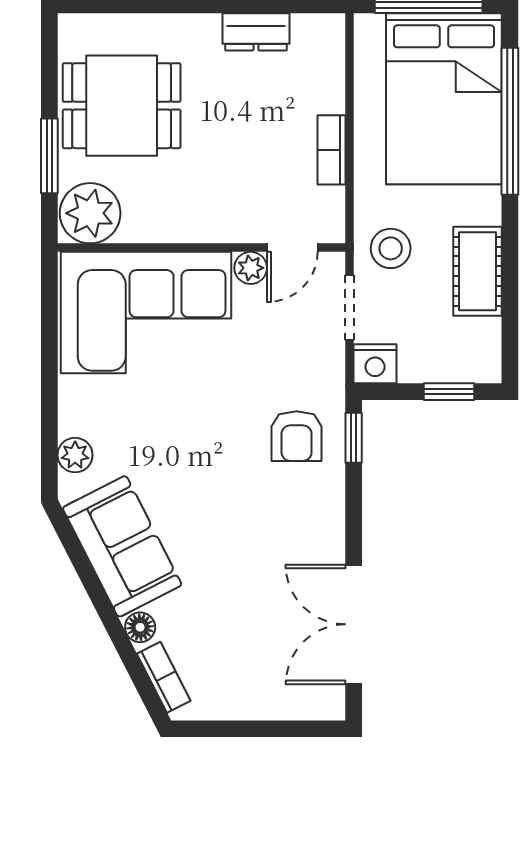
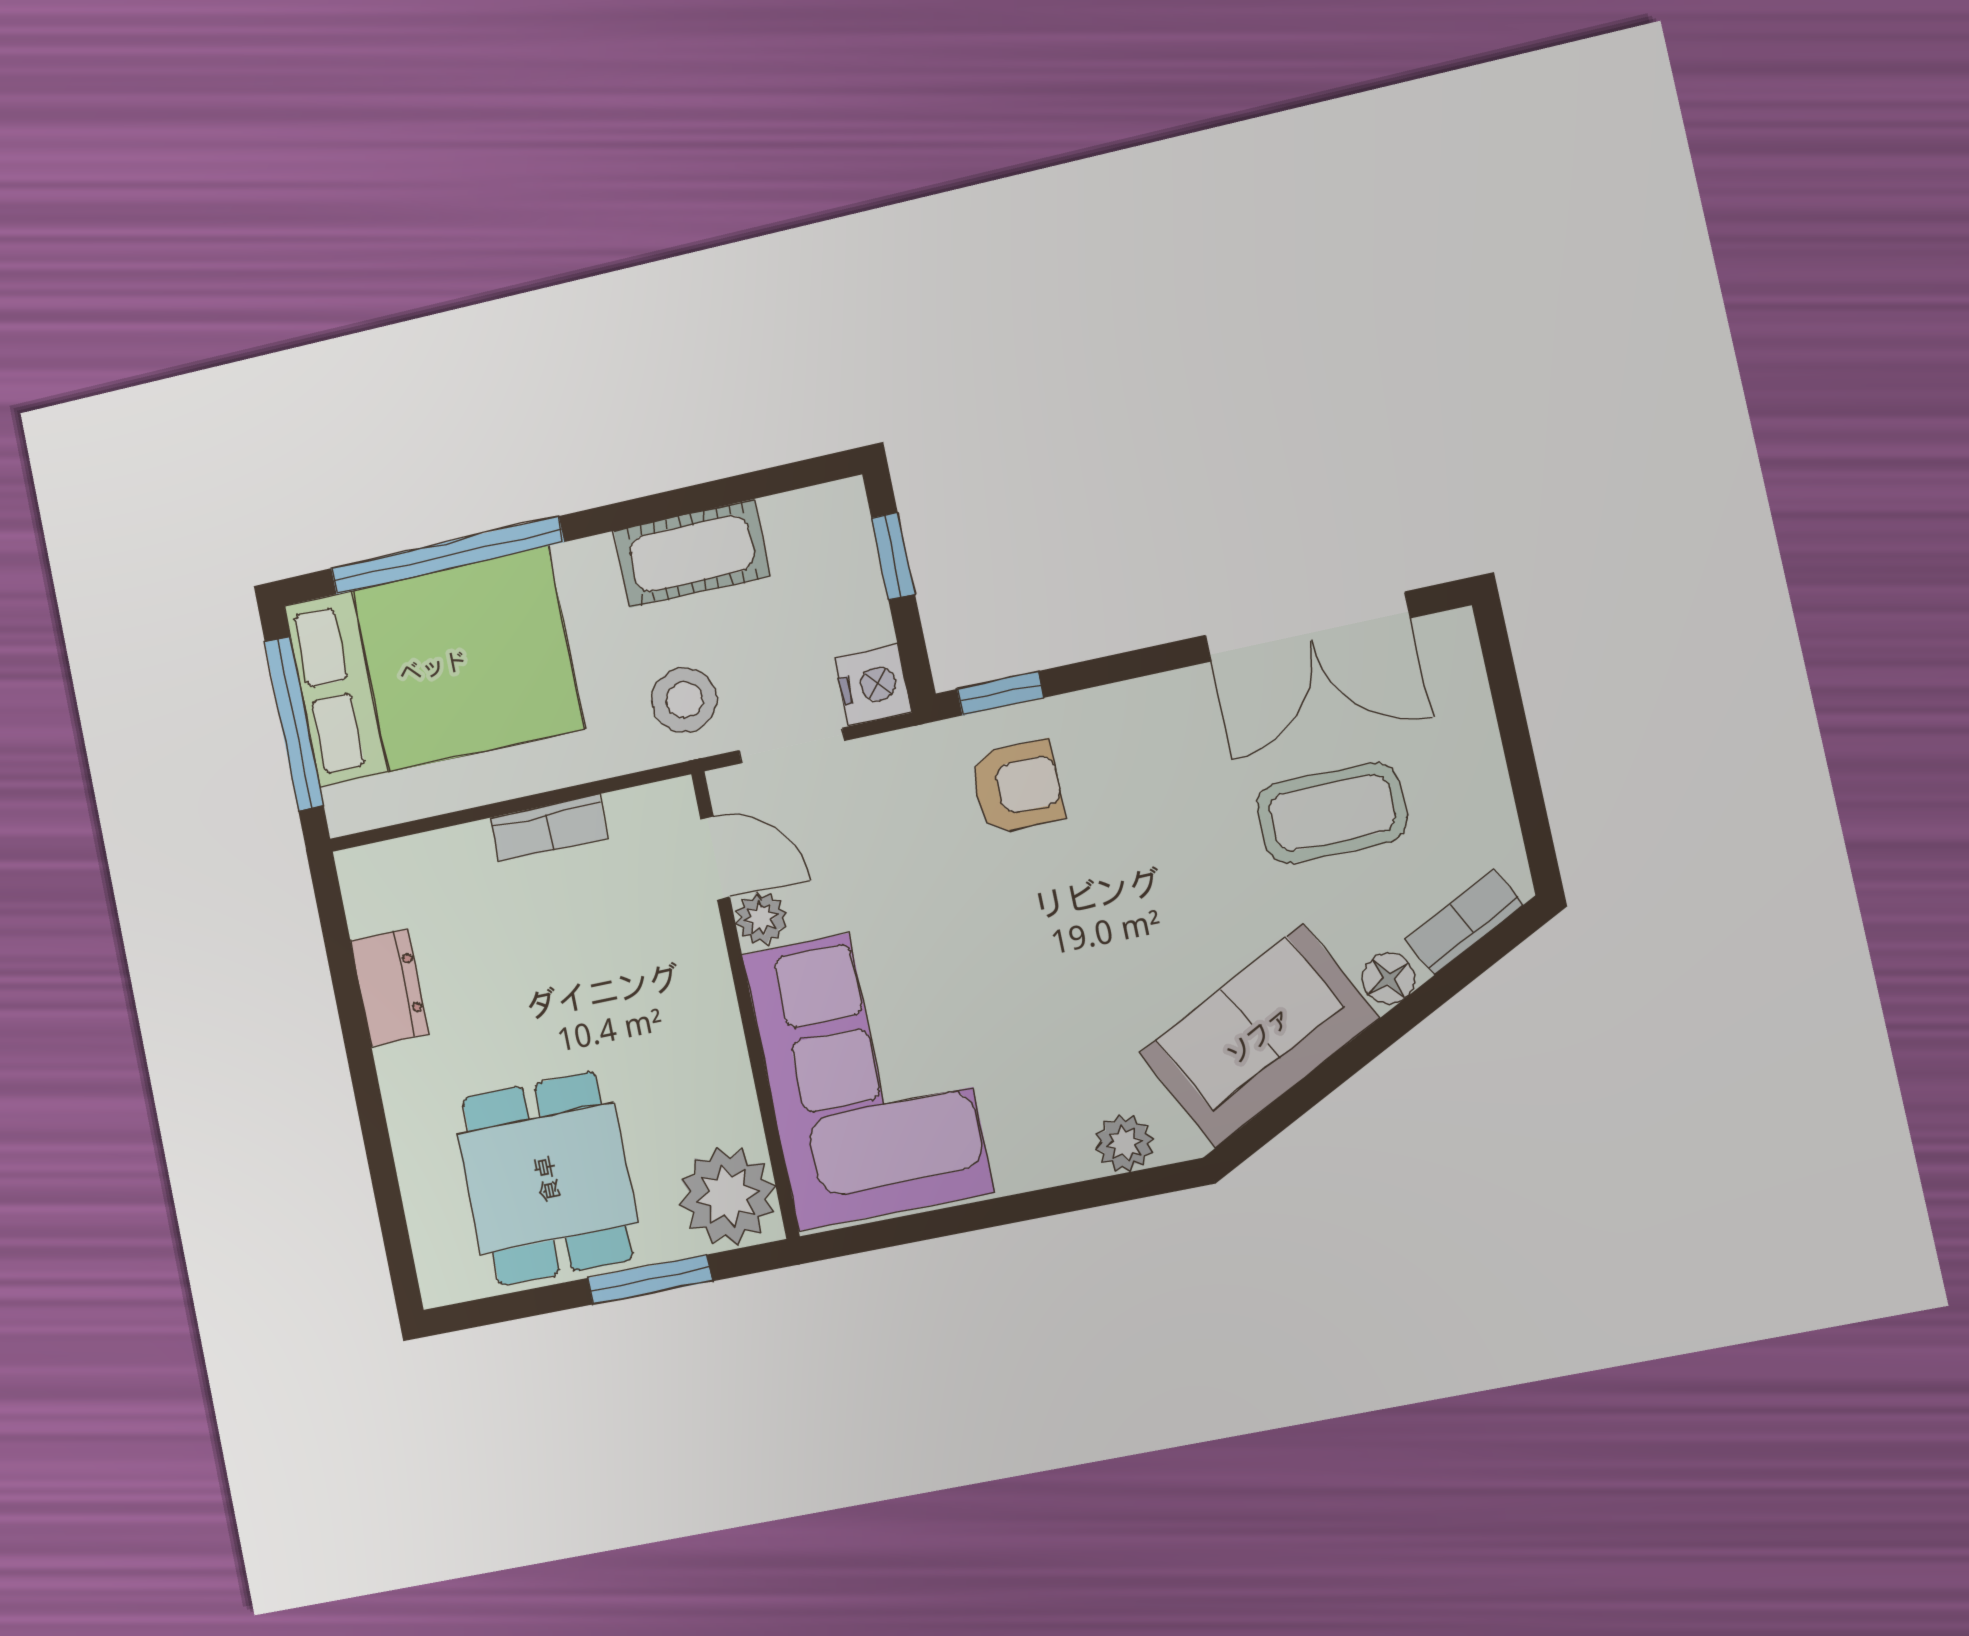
coffee table: (243, 615) -> (1332, 813), added

